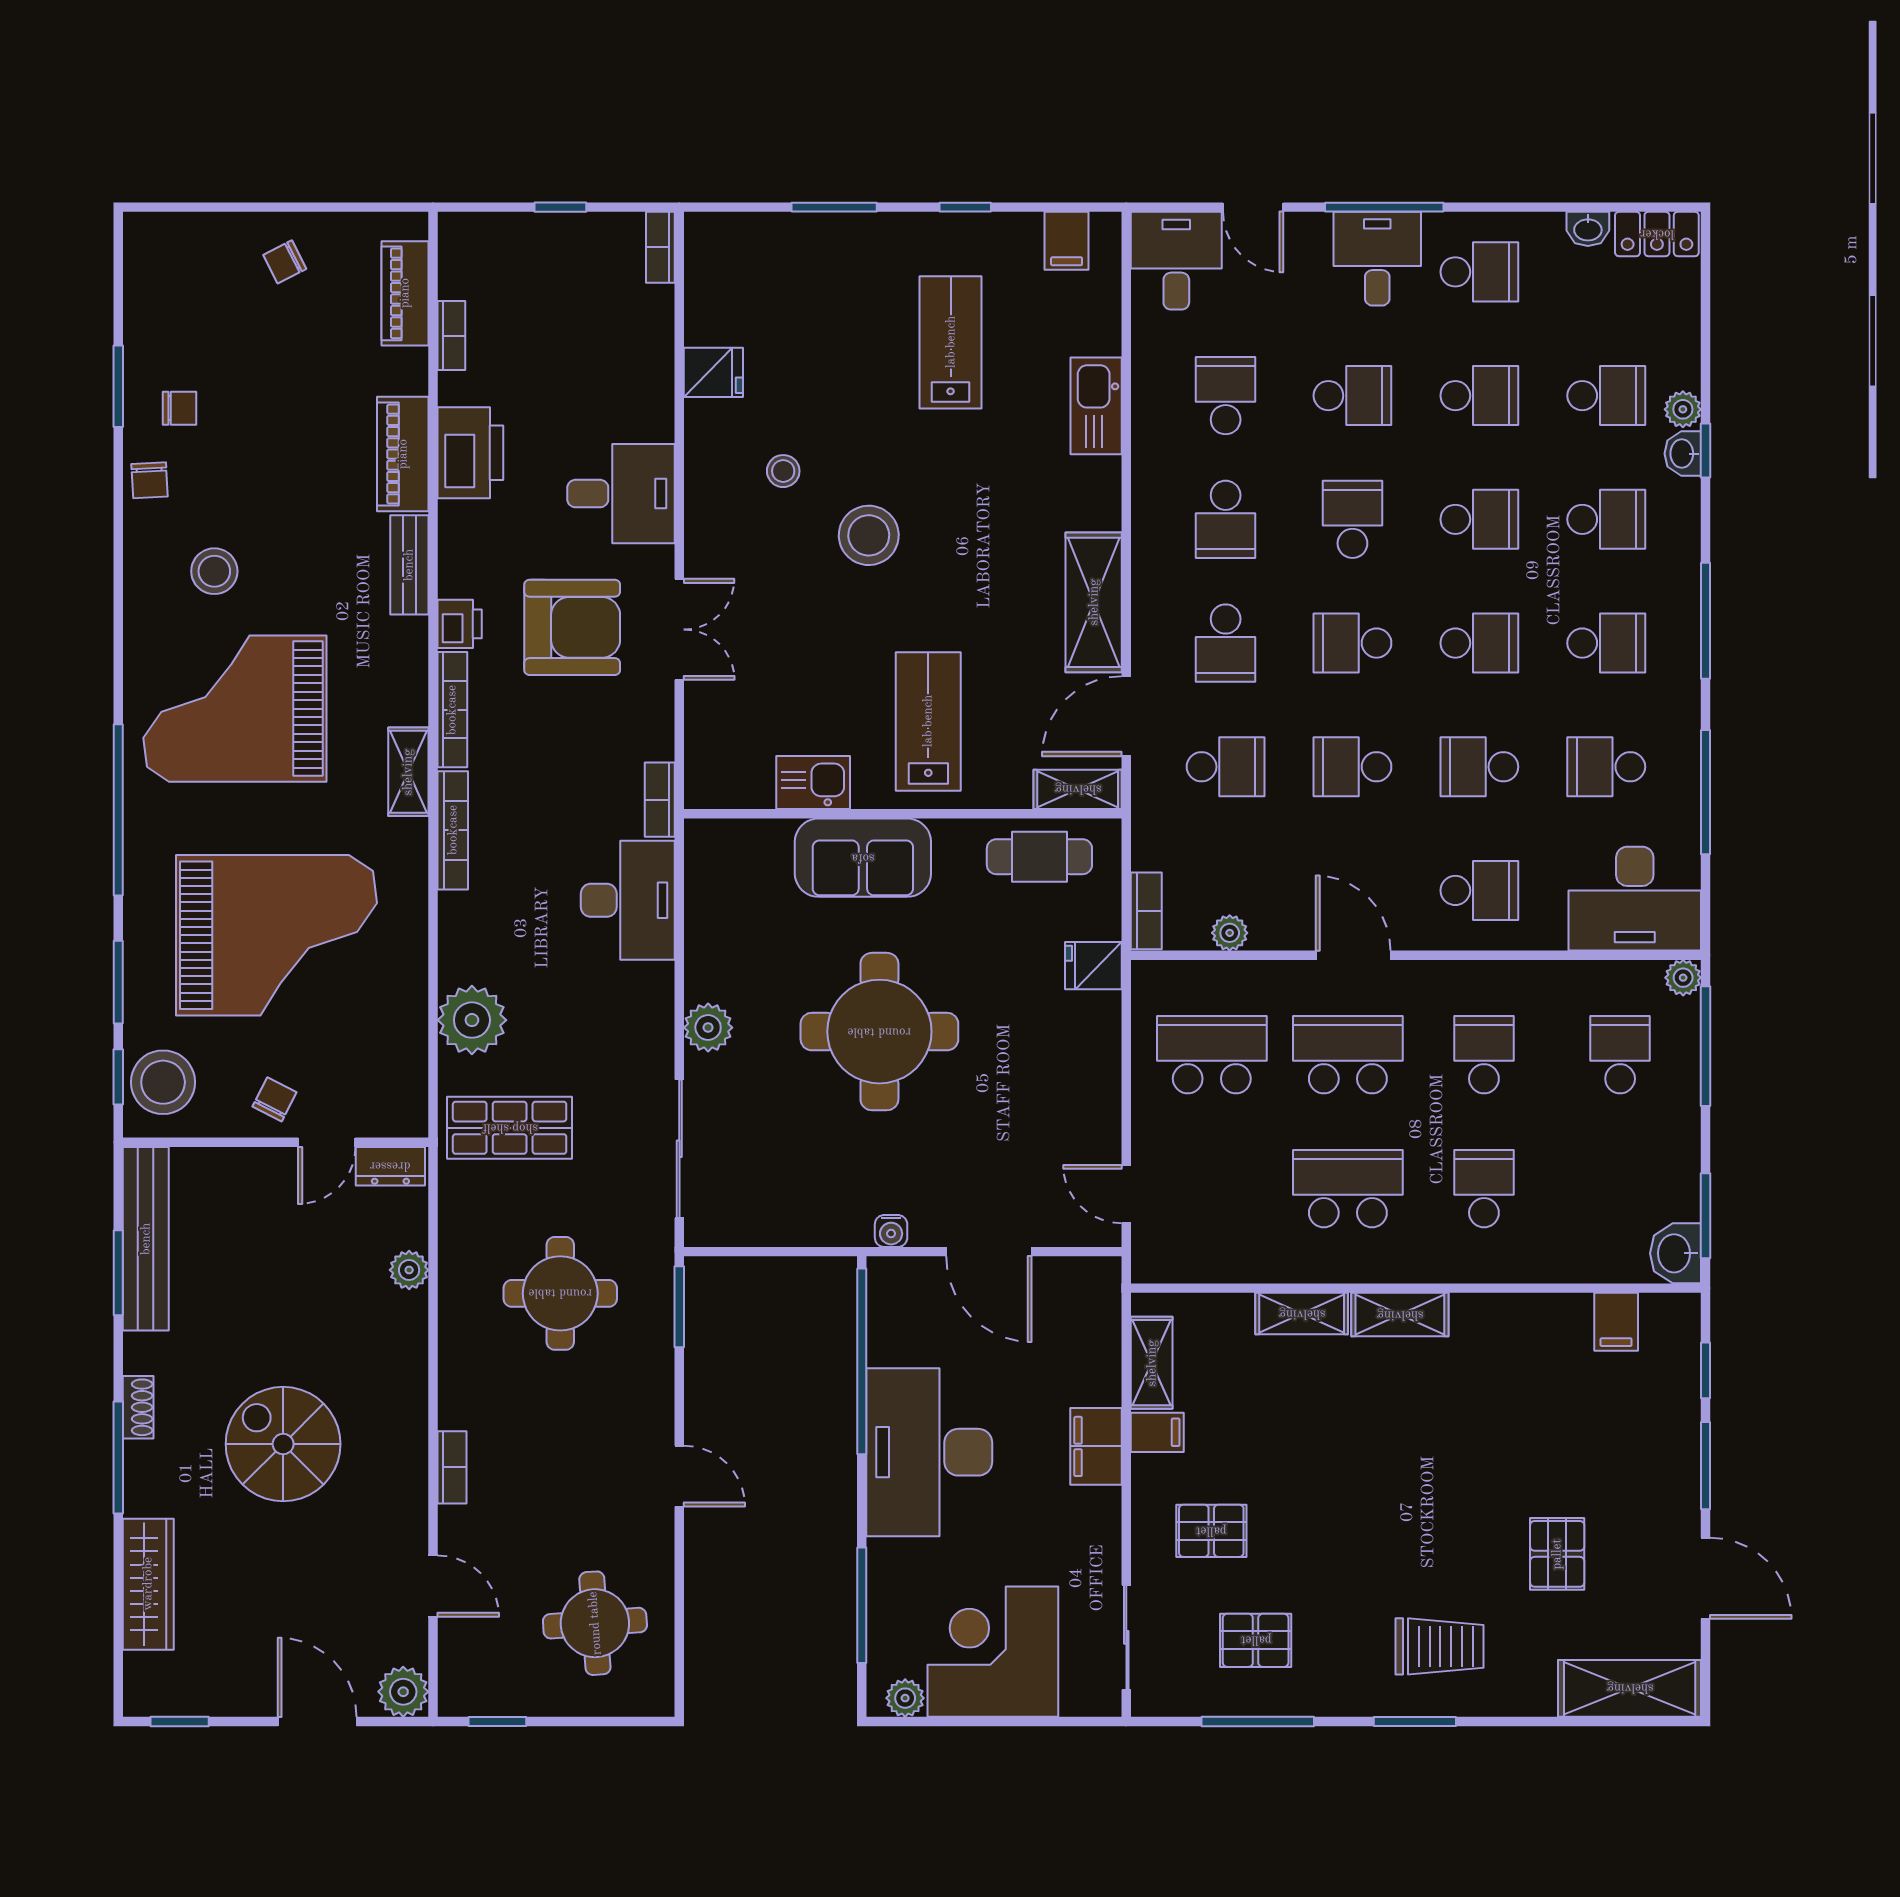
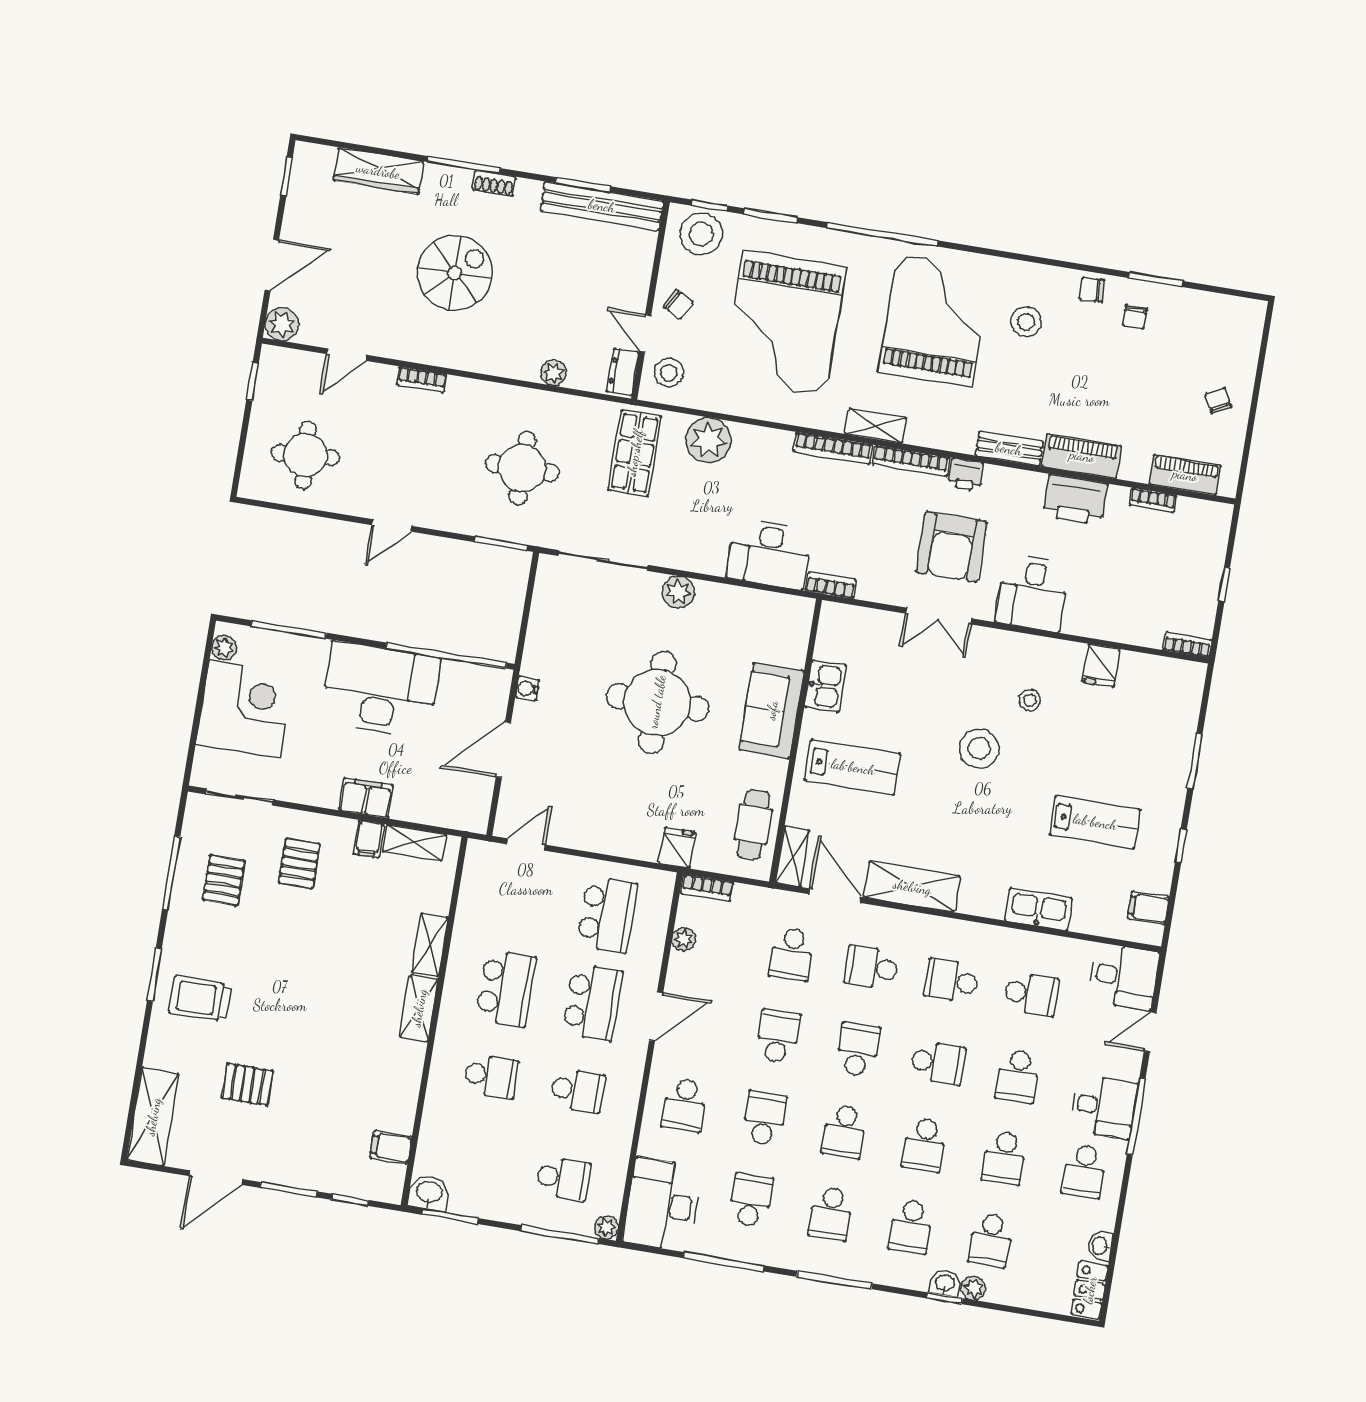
stool: (380, 1097) -> (669, 373), added
trolley: (1440, 1646) -> (200, 998), turned 90

